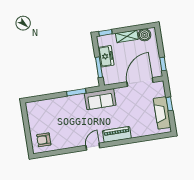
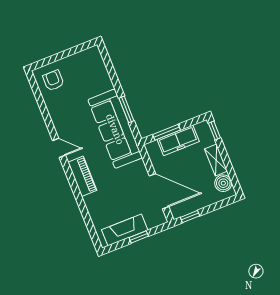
freezer: (106, 56) -> (178, 140), width x1.40
sofa: (100, 99) -> (115, 129), width x1.85, depth x1.27

